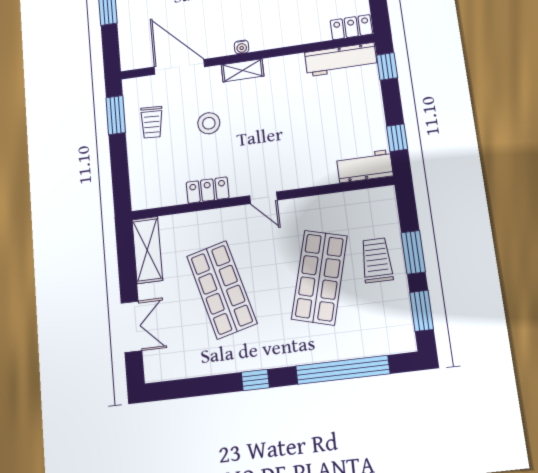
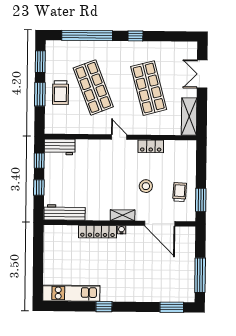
locker: (351, 27) -> (97, 232), moved, width x1.53
window: (387, 66) -> (39, 188), moved
shop shelf: (319, 277) -> (93, 87), turned -36

